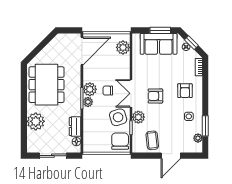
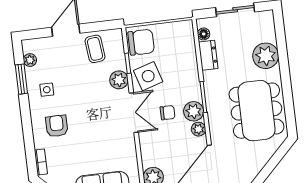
armchair: (155, 96) -> (98, 113), removed
plant: (88, 102) -> (199, 129), moved
chair: (120, 141) -> (141, 42), turned -90

